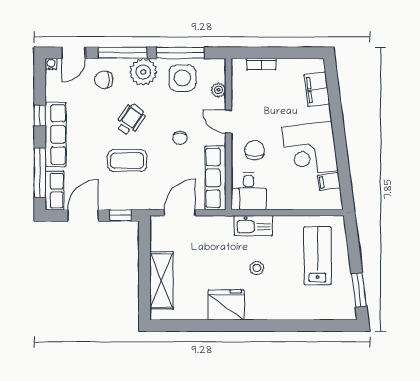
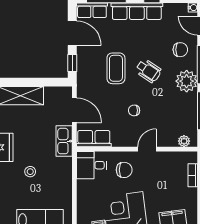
side table: (182, 78) -> (182, 112), removed
chair: (104, 80) -> (180, 50), turned 90
plant: (218, 90) -> (184, 141), moved
row of seats: (215, 178) -> (94, 139), width x0.68
kitchen sink: (253, 226) -> (64, 141), moved

